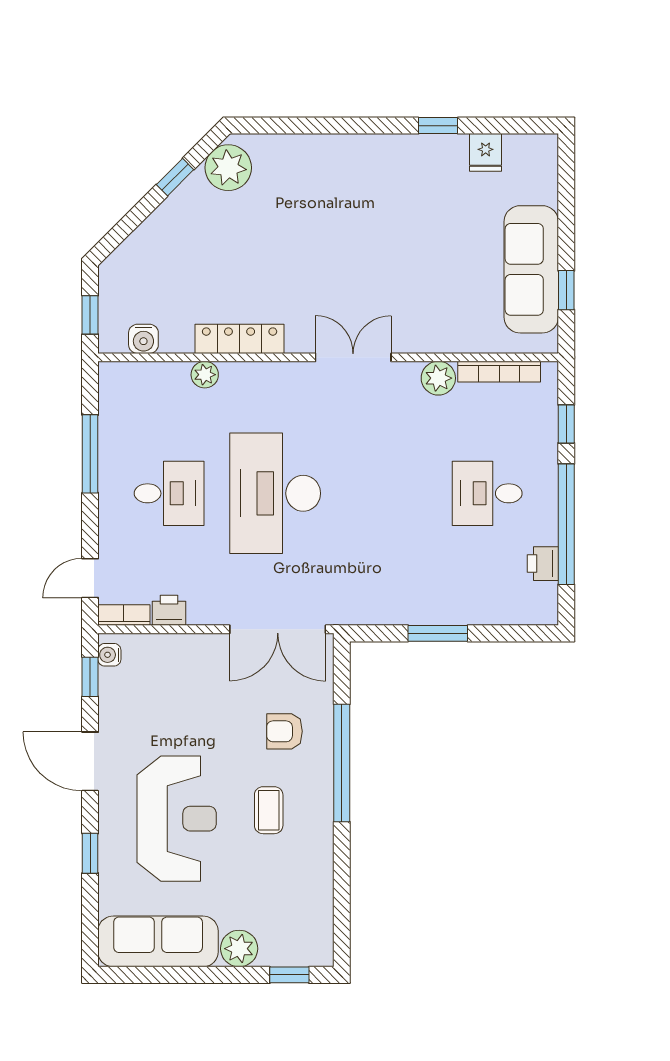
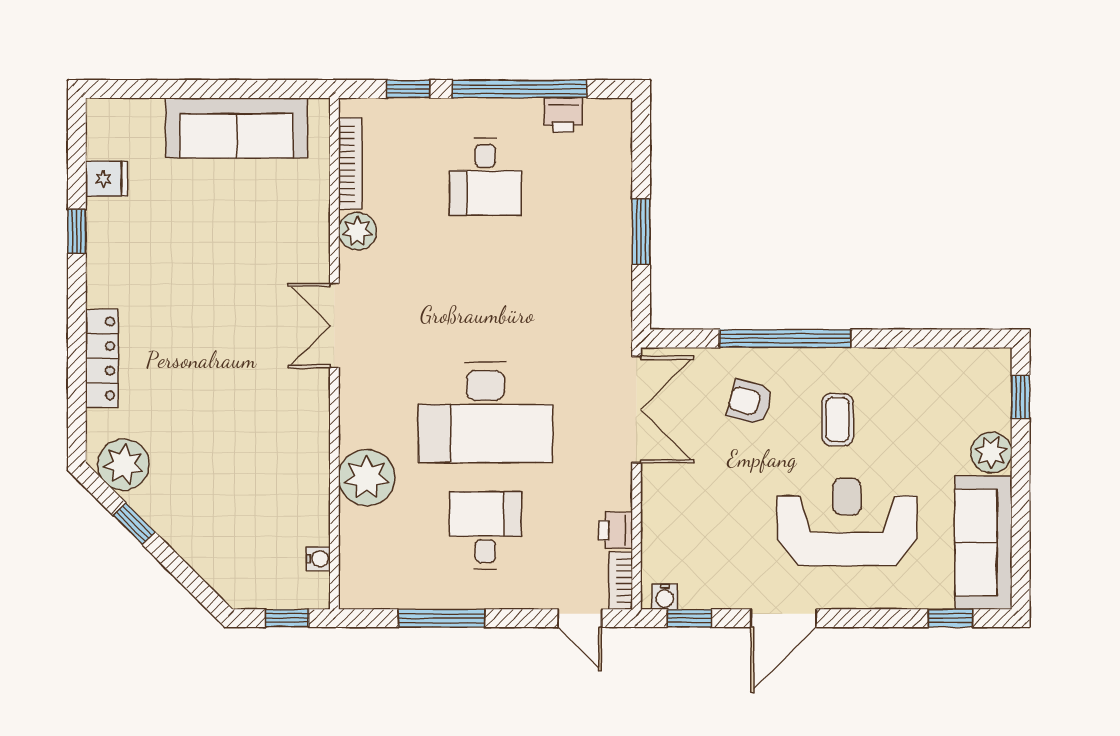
window: (566, 290) -> (260, 89), removed
water cooler: (143, 339) -> (318, 559), width x0.72, depth x0.72
locker: (240, 339) -> (102, 358), moved, turned 180
plant: (205, 375) -> (367, 478), width x1.88, depth x1.88
armchair: (284, 731) -> (750, 402), turned 105
coffee table: (269, 810) -> (838, 420), turned 90
window: (90, 853) -> (951, 618), moved

